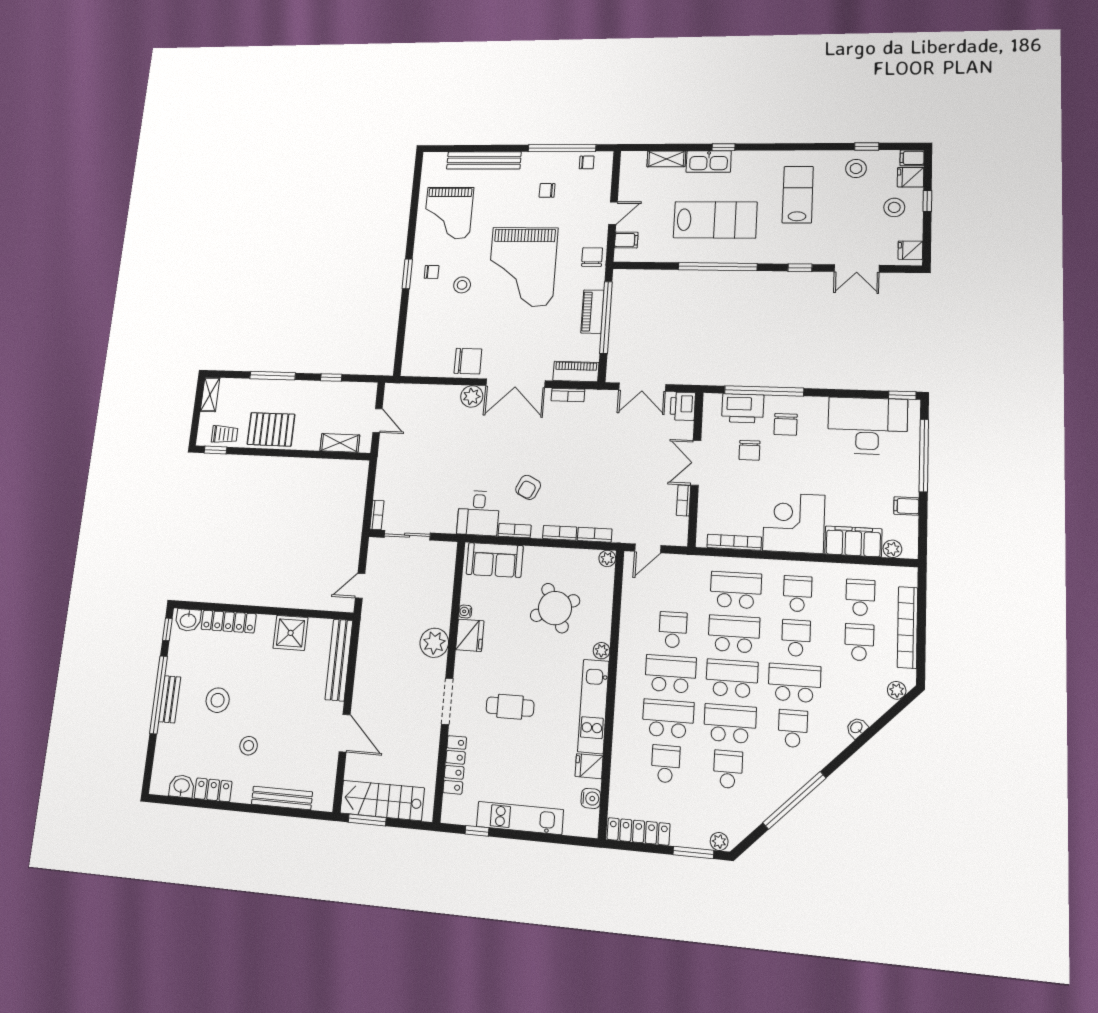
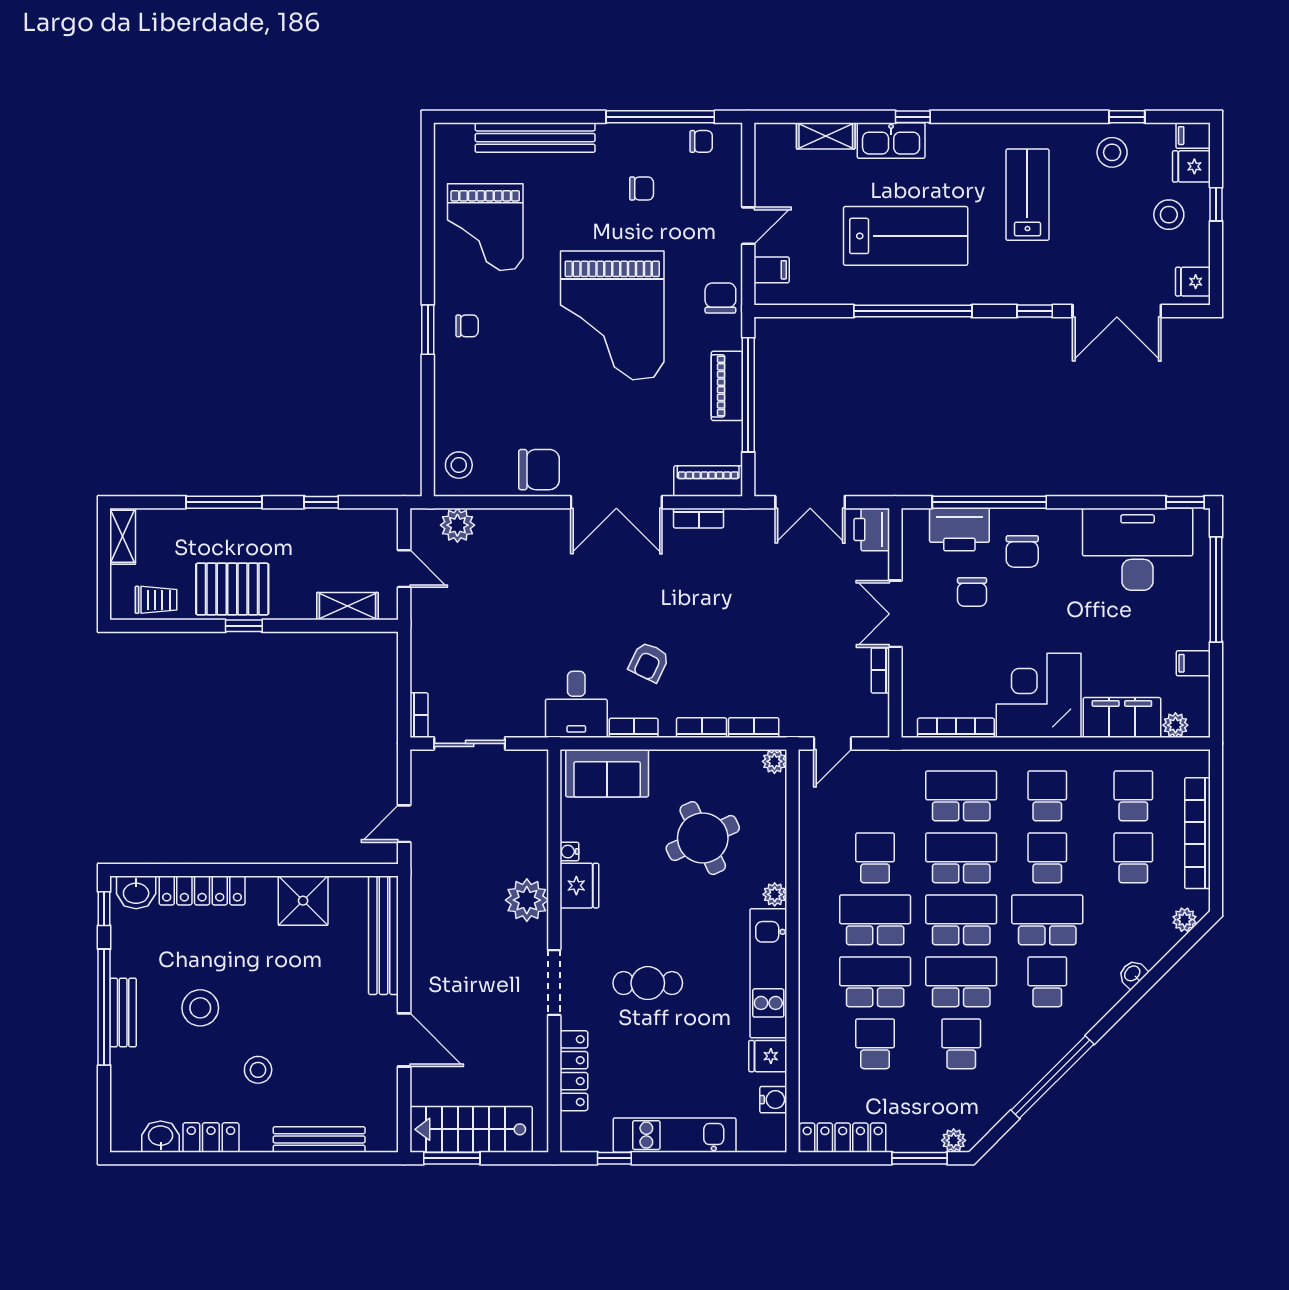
chair: (547, 190) -> (642, 188), turned 180
double door: (857, 268) -> (1117, 311), width x1.37
stool: (462, 285) -> (459, 465), moved
plant: (472, 396) -> (457, 525), moved
window: (215, 450) -> (244, 626), moved

